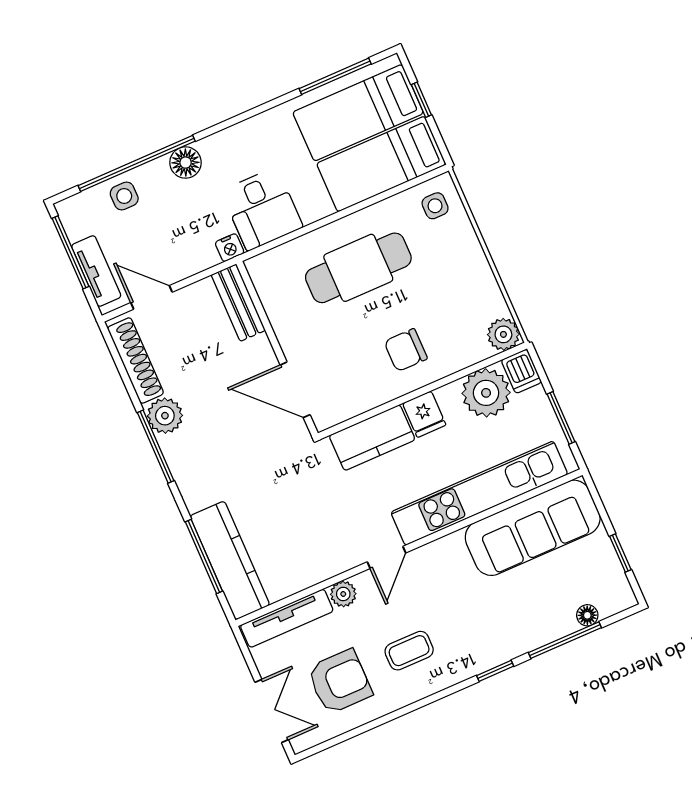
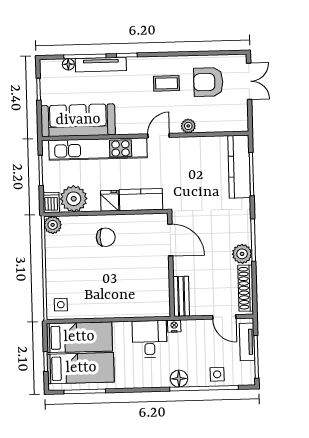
cafe table: (358, 268) -> (113, 289), removed
tv unit: (287, 618) -> (101, 64), moved, turned 180
double door: (272, 711) -> (249, 81), swing flipped

